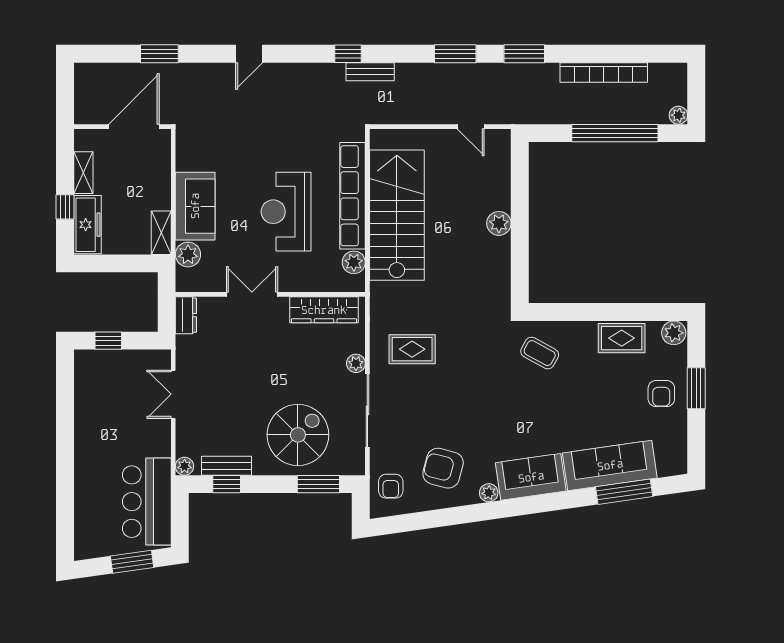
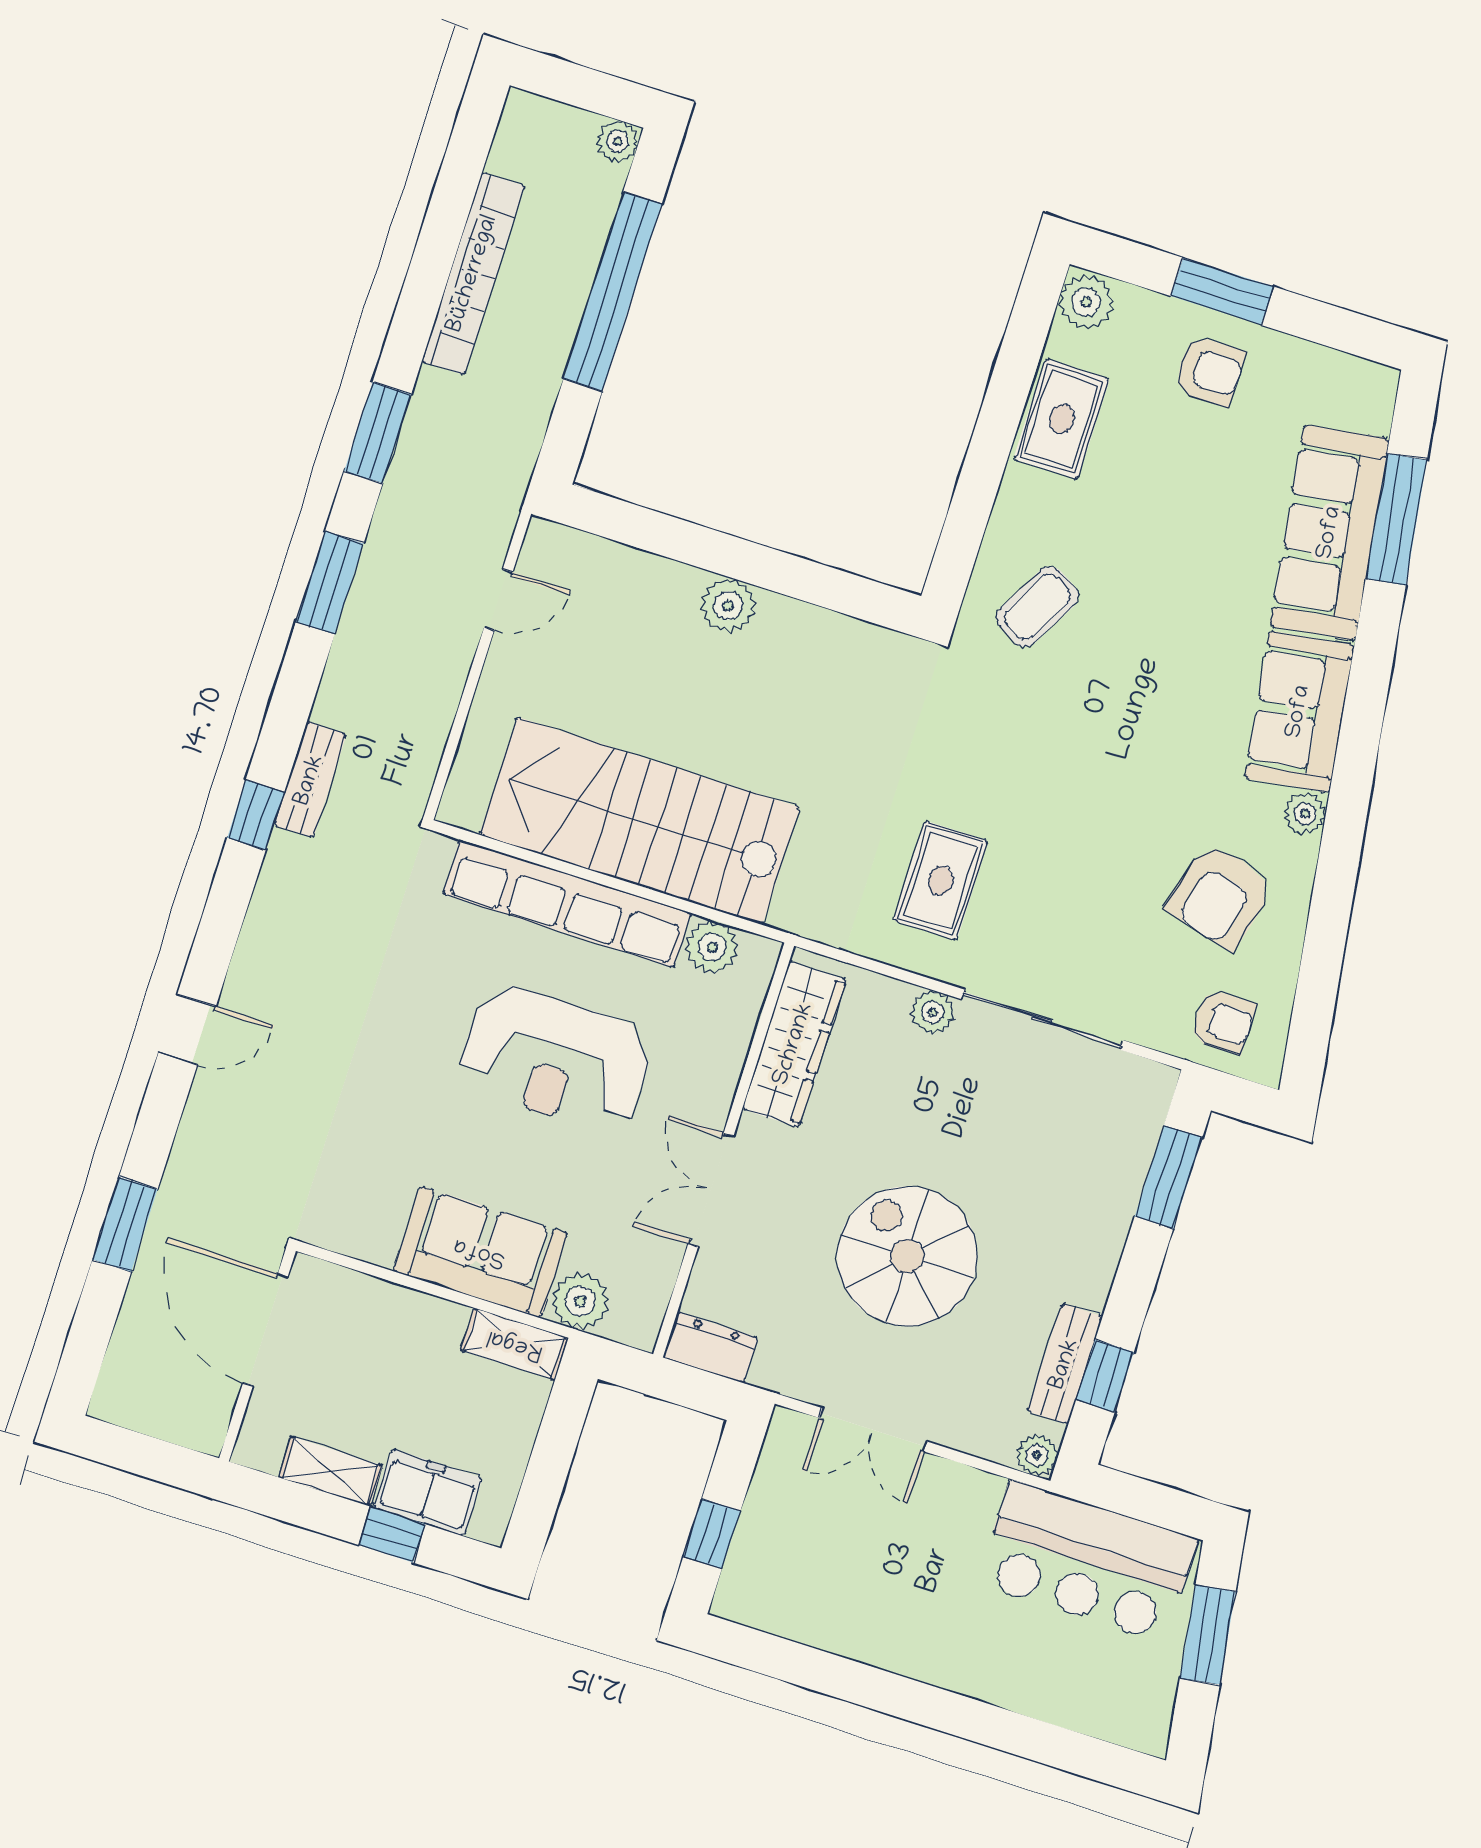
door: (249, 54) -> (187, 1030), hinge flipped
freezer: (87, 225) -> (428, 1493), width x0.71
spiral stairs: (298, 435) -> (907, 1256), moved

